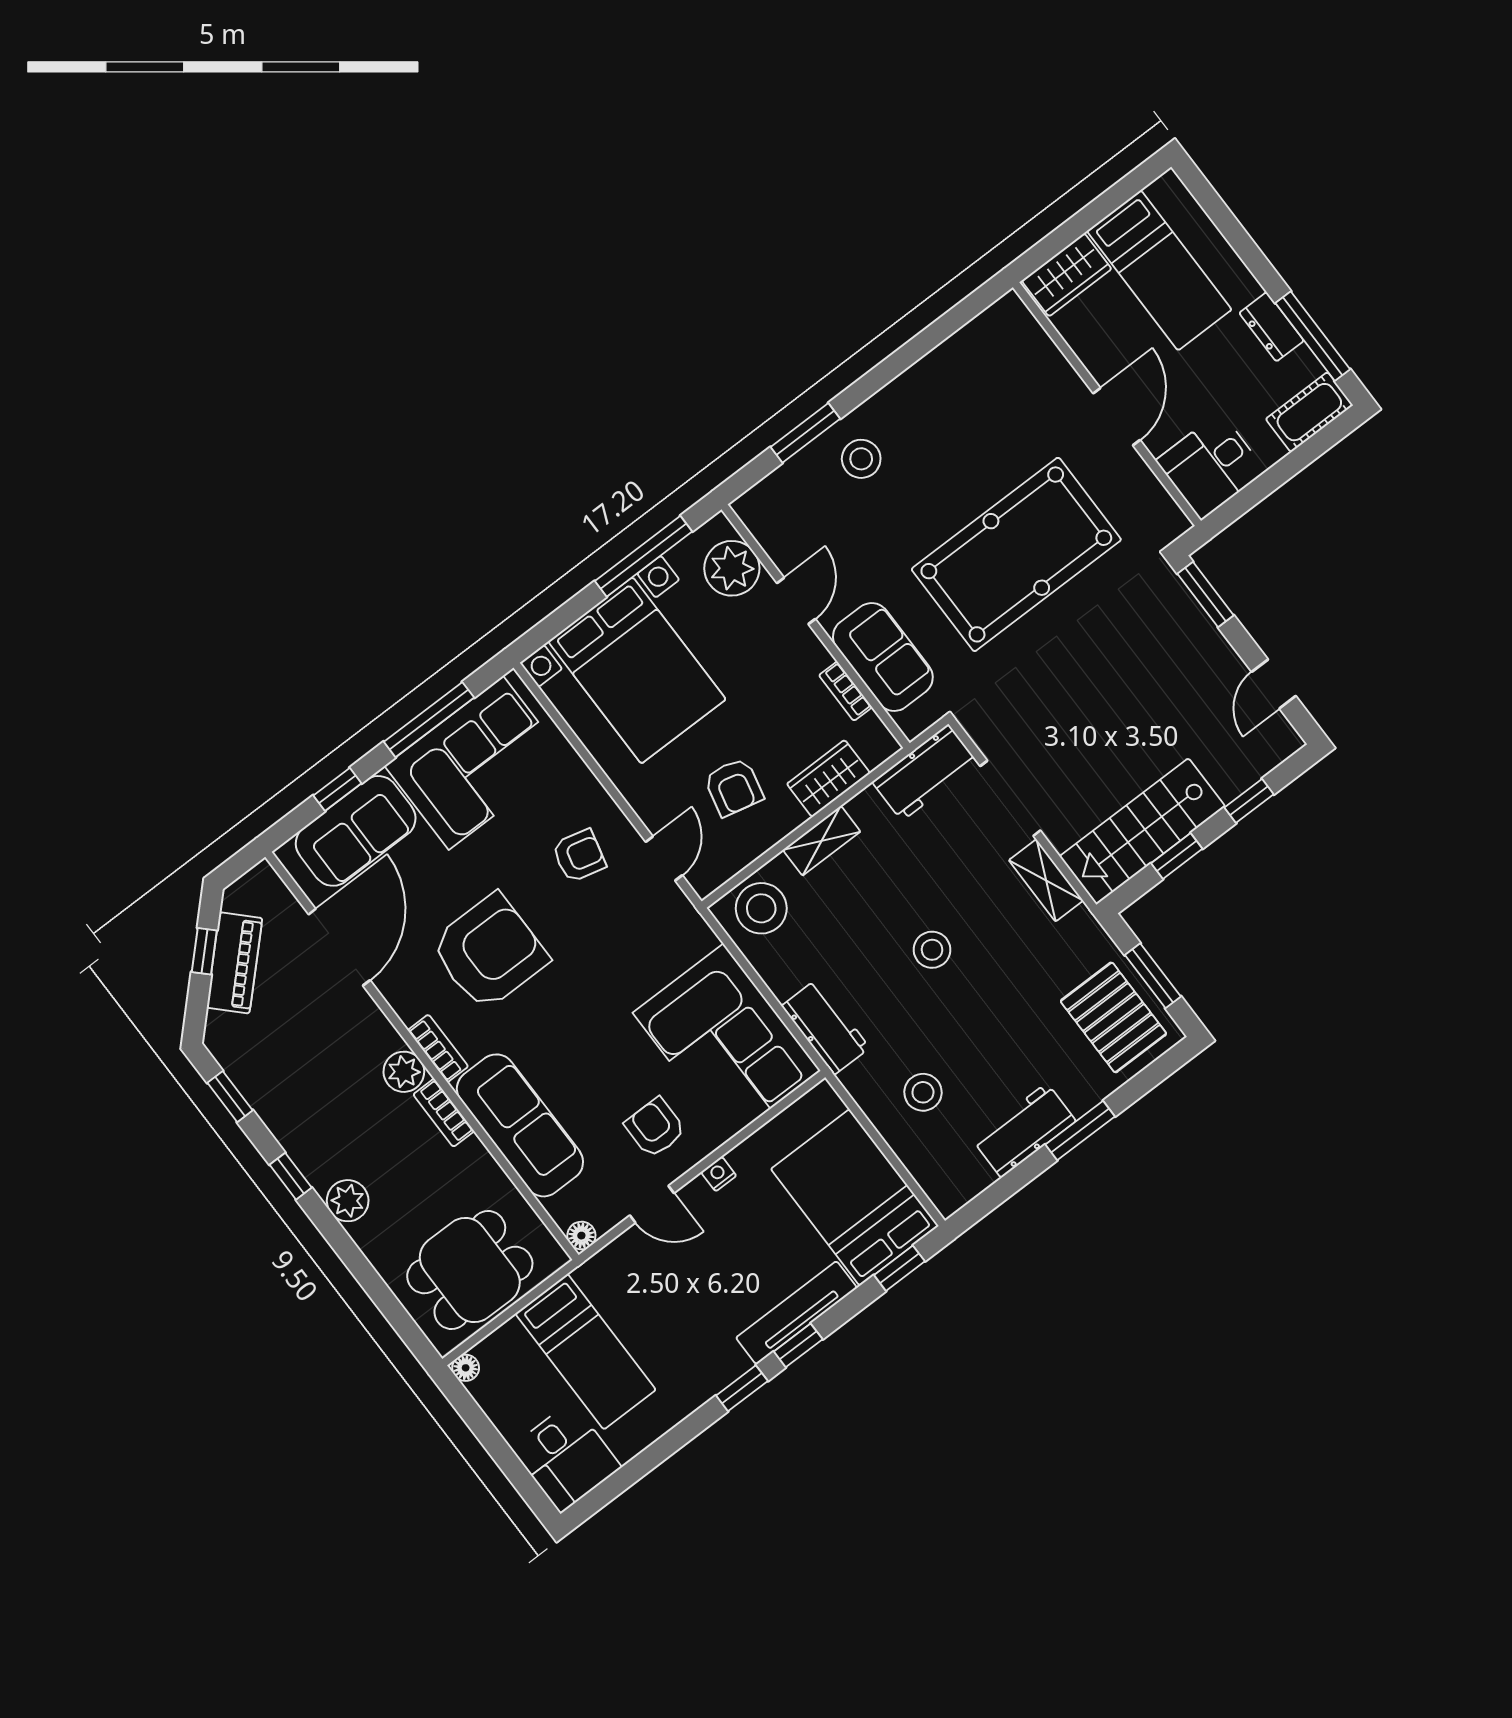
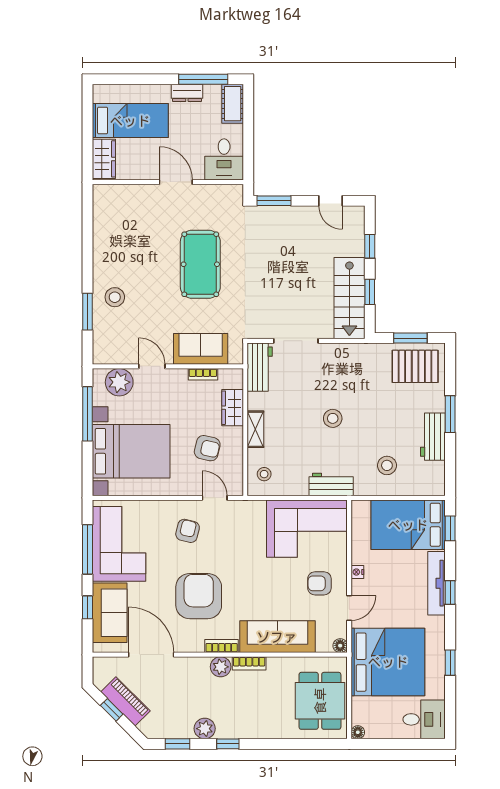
pool table: (1016, 554) -> (200, 264), width x0.73, depth x0.76
shelving: (1046, 880) -> (340, 352), removed
stool: (761, 908) -> (264, 474), width x0.53, depth x0.53
plant: (348, 1201) -> (205, 729), moved
bed: (586, 1352) -> (388, 662), width x2.04
window: (742, 1388) -> (450, 663), moved

